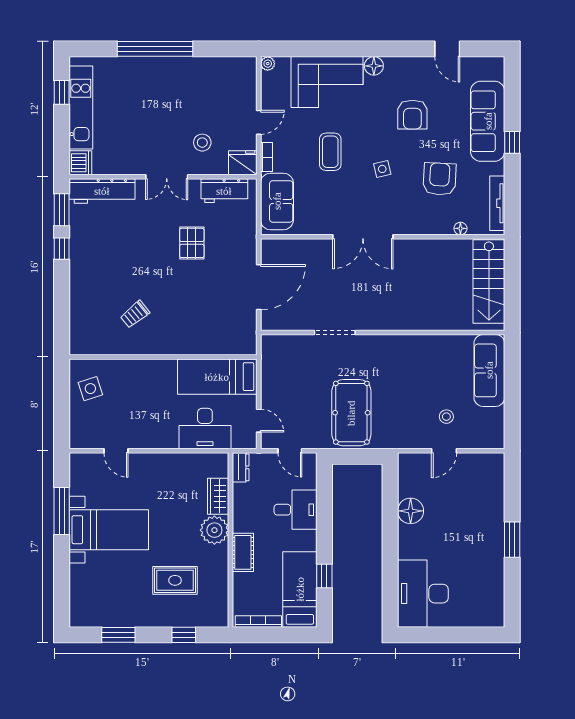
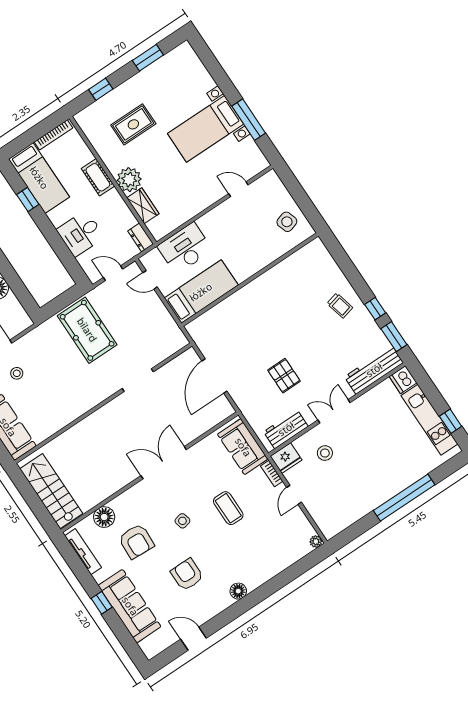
corner sofa: (327, 82) -> (264, 557), removed
floor lamp: (460, 228) -> (104, 517), width x1.89, depth x1.89
trolley: (135, 314) -> (340, 306), moved, turned 115

